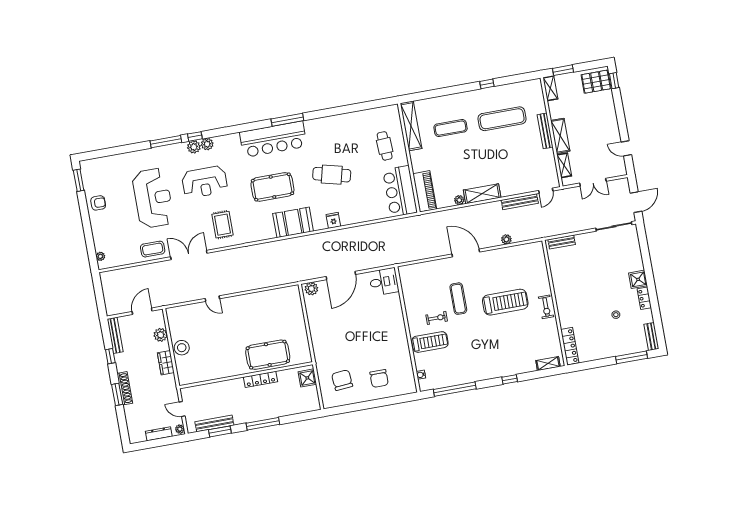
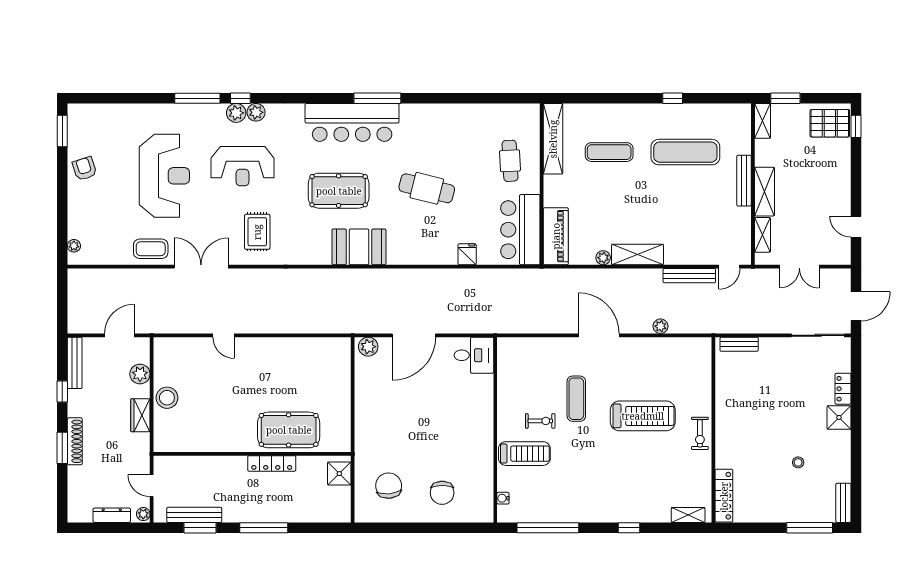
armchair: (98, 203) -> (85, 169), turned -108
fridge: (333, 220) -> (467, 254), moved
locker: (644, 298) -> (843, 389), moved

